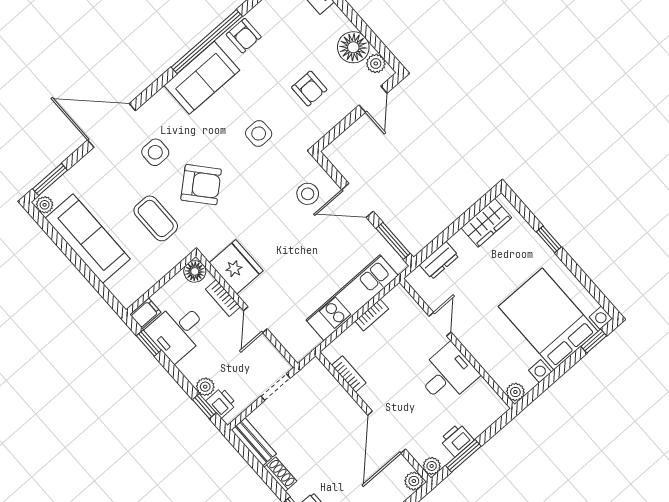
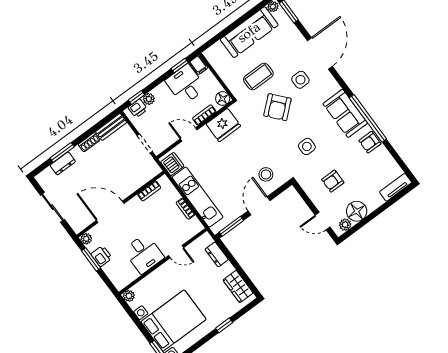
dishwasher: (304, 341) -> (172, 164), added
plant: (414, 481) -> (78, 227), removed

